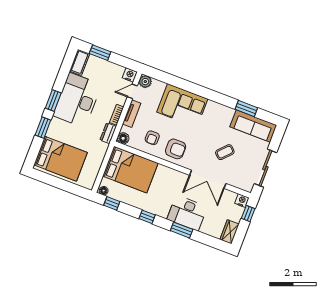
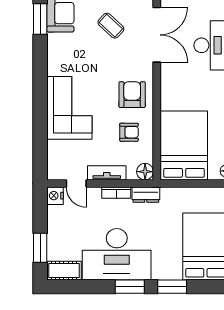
plant: (145, 82) -> (56, 171), removed

